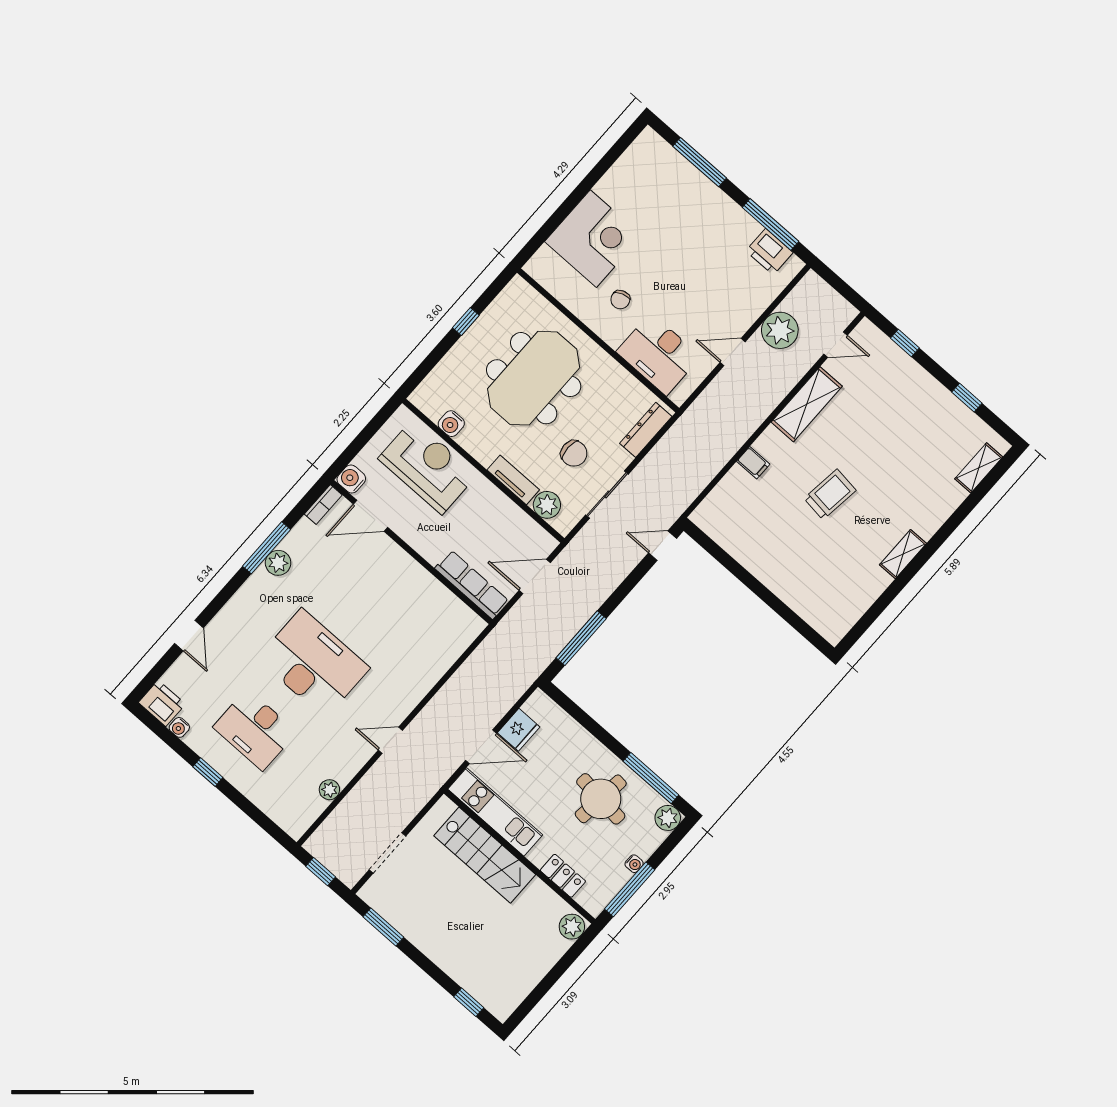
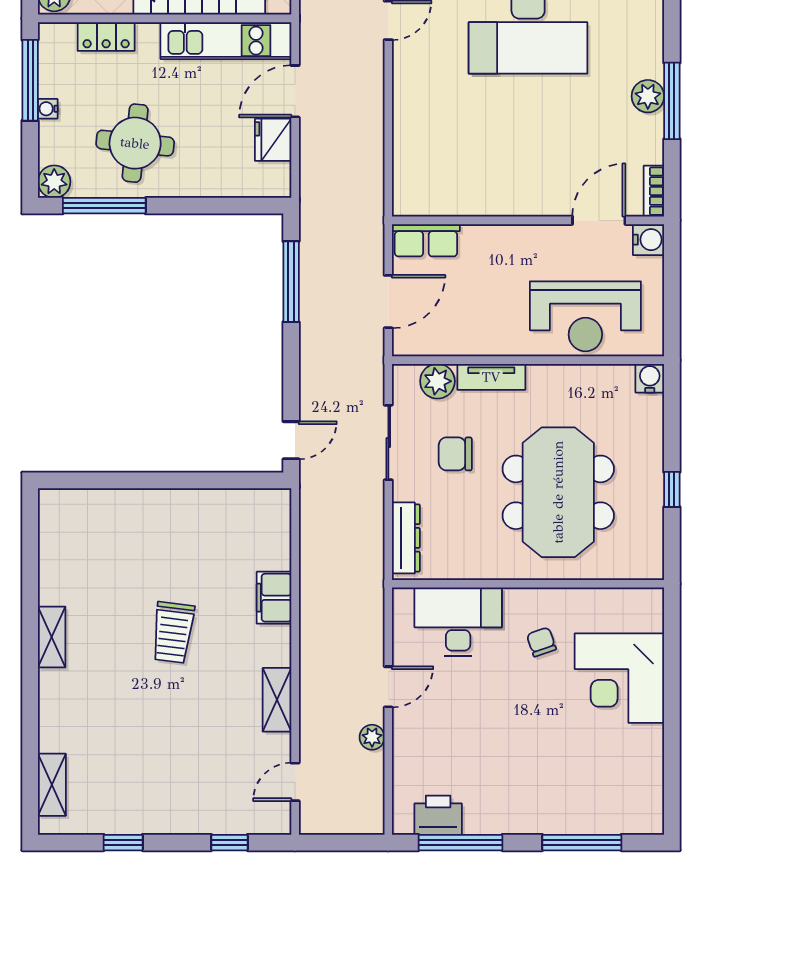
plant: (780, 330) -> (372, 737), width x0.53, depth x0.53
shelving: (807, 404) -> (277, 700), width x0.67, depth x0.75
water cooler: (451, 424) -> (650, 378), moved
filing cabinet: (753, 463) -> (274, 598), width x2.00
row of seats: (472, 585) -> (426, 240), width x0.68

